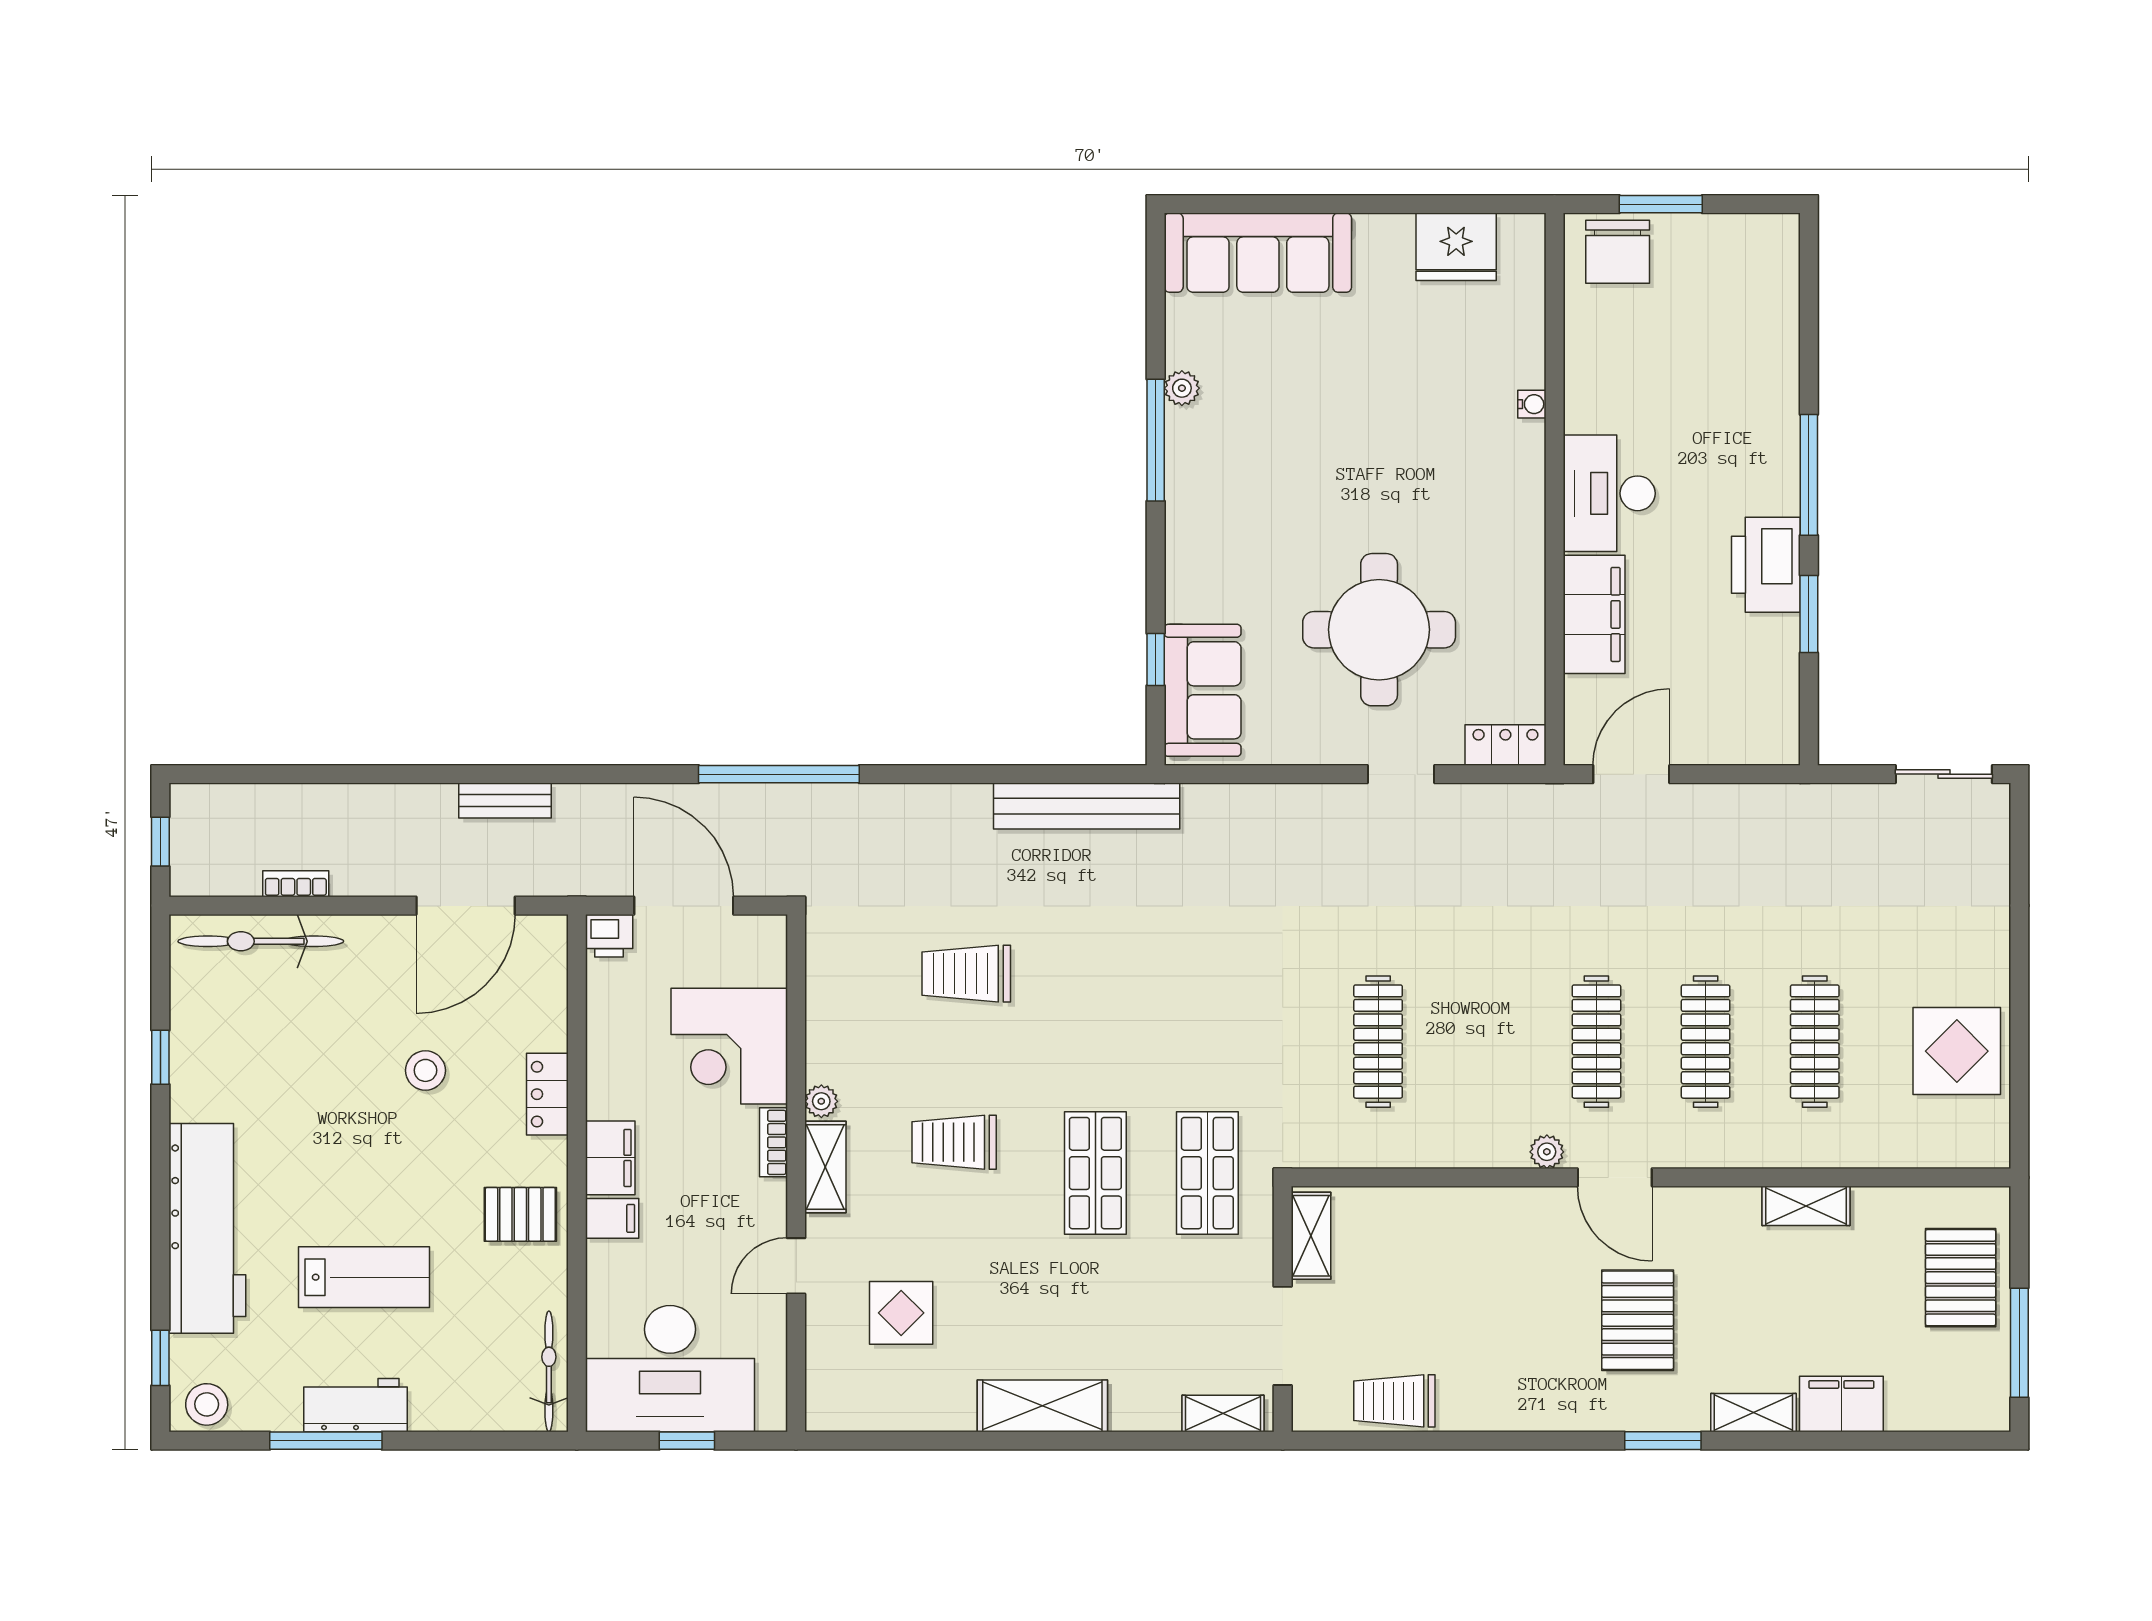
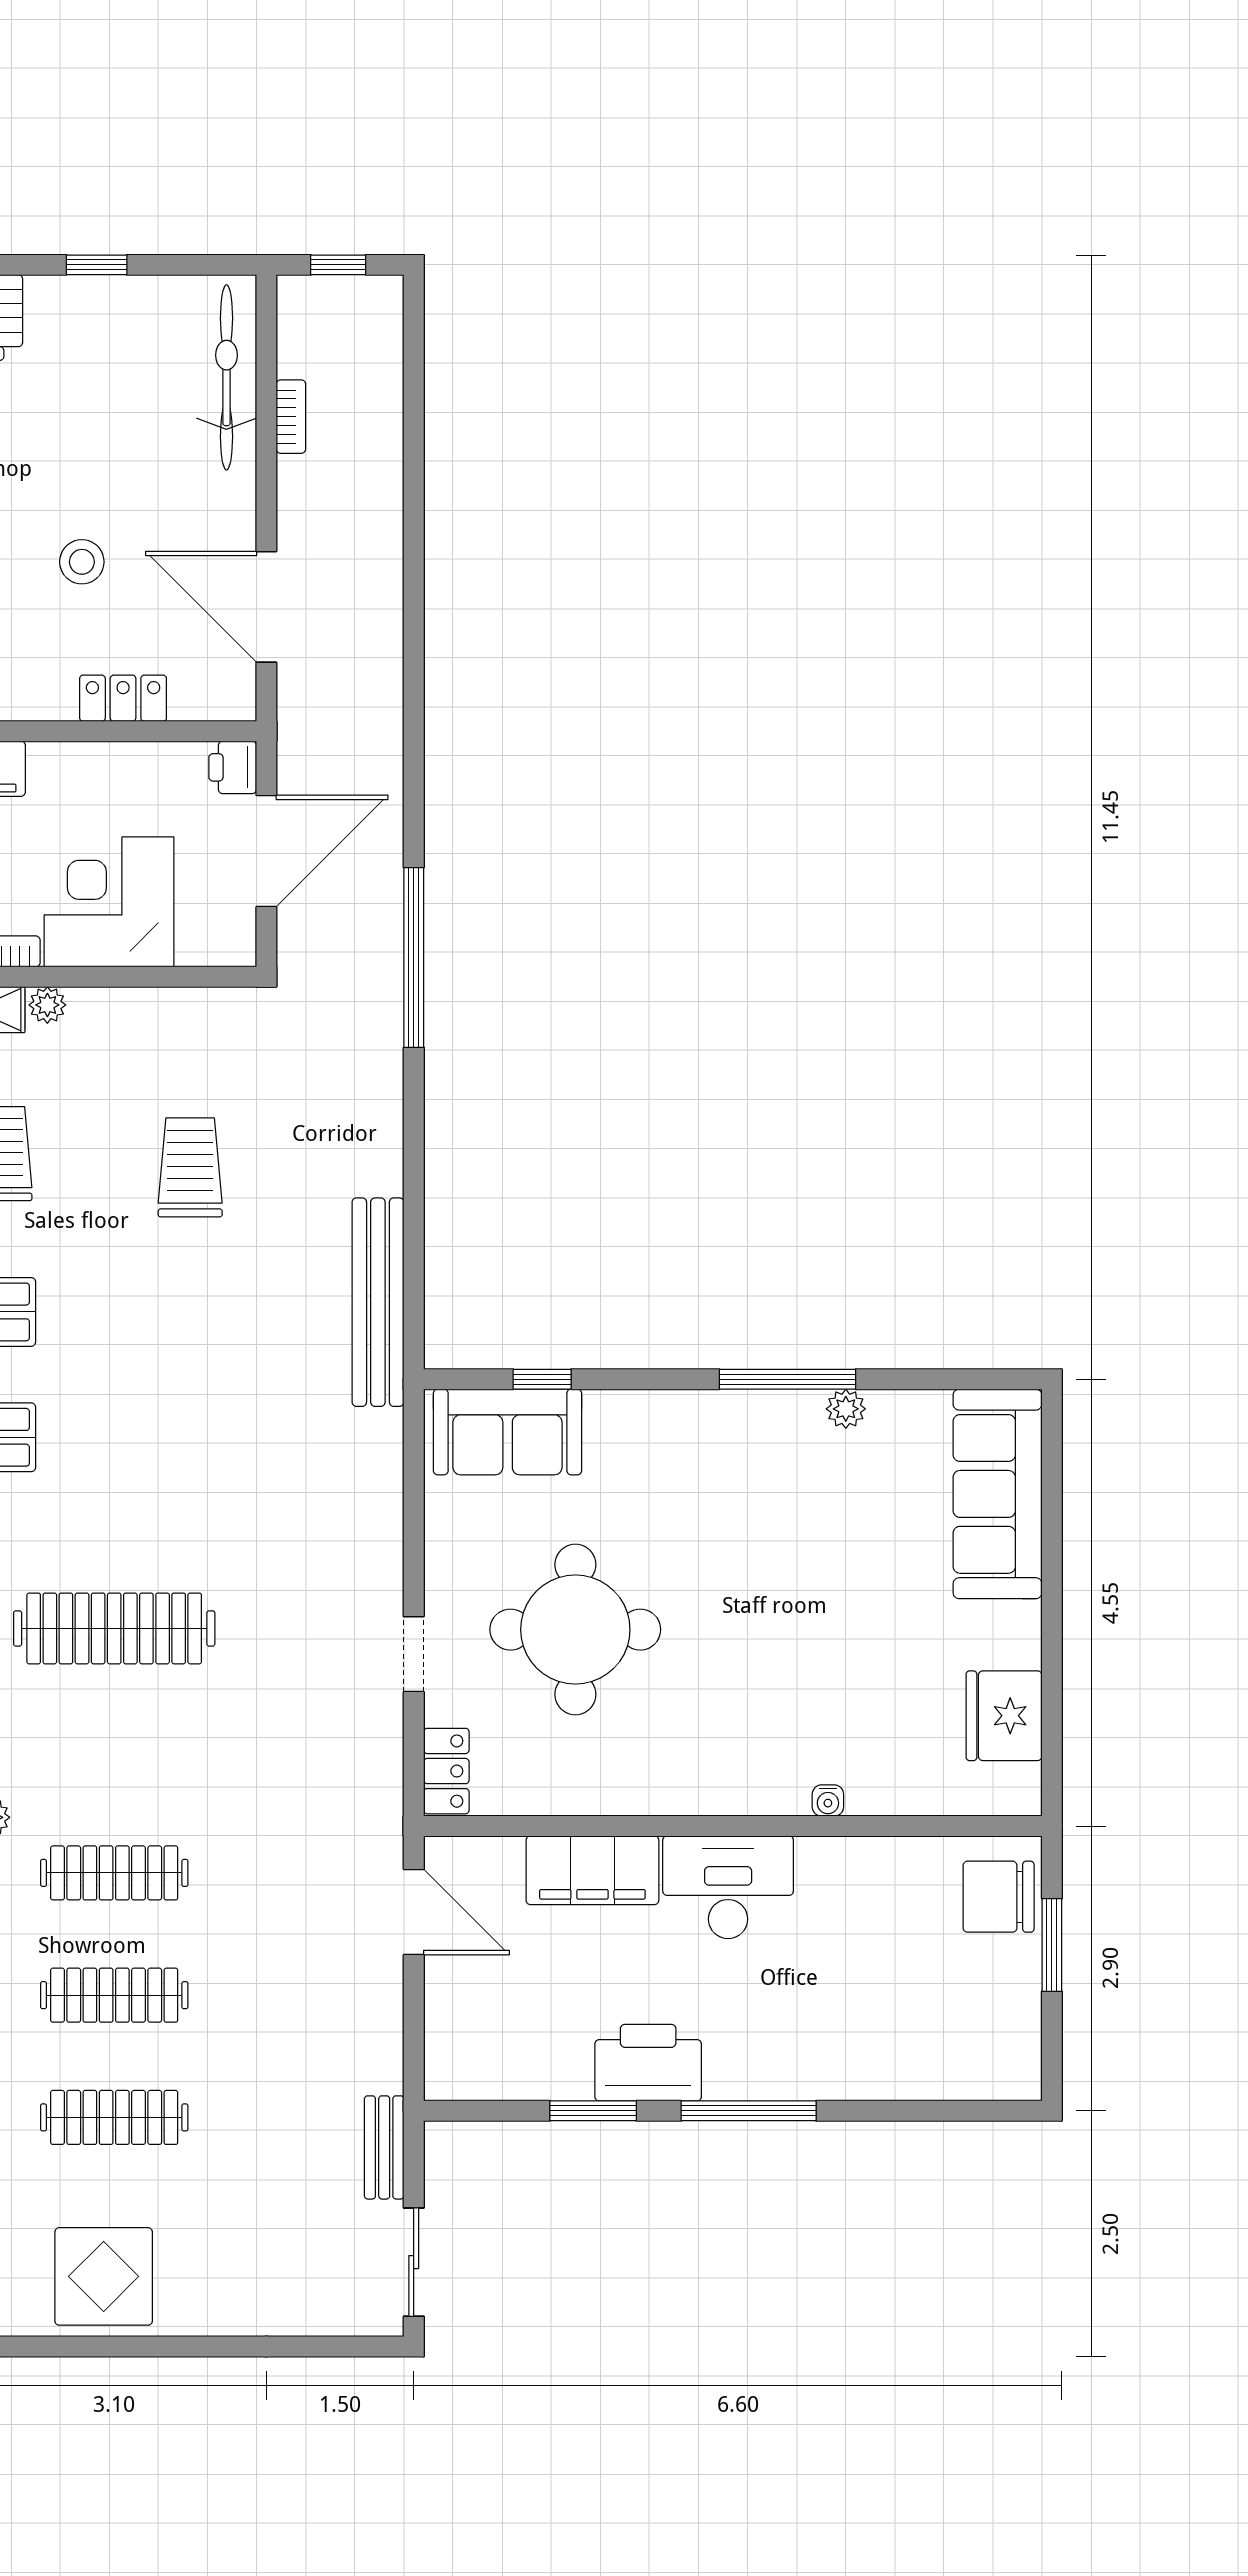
bench: (505, 800) -> (384, 2147), moved
clothes rail: (1378, 1042) -> (114, 1628), width x1.37, depth x1.31
locker: (547, 1094) -> (123, 698), moved

